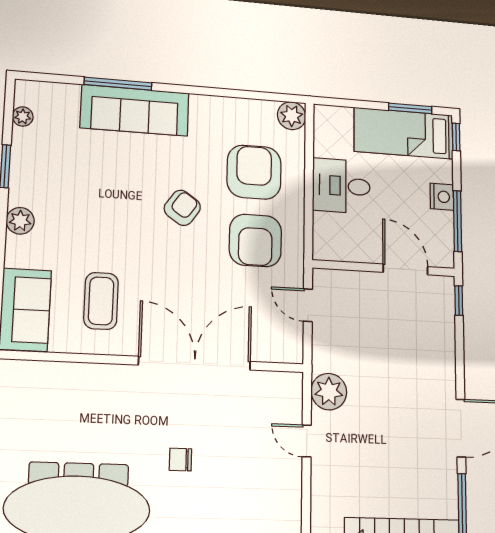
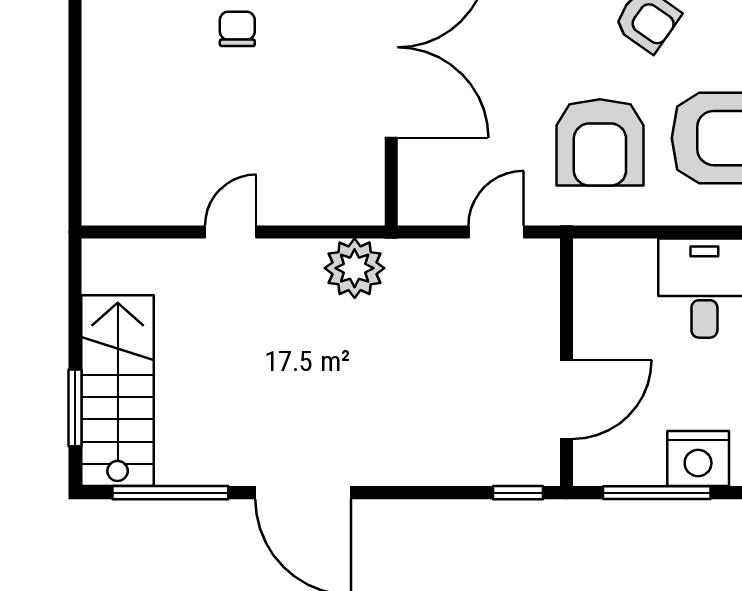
nightstand: (442, 197) -> (698, 459), width x1.36, depth x1.33
armchair: (255, 240) -> (600, 142), turned -90
door: (307, 441) -> (231, 232), moved

